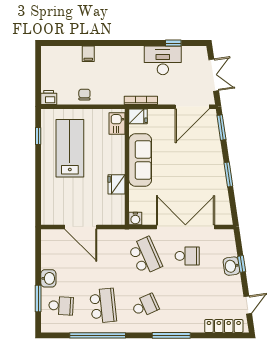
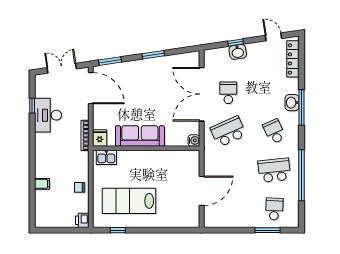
fridge: (116, 184) -> (162, 158), removed
washbasin: (48, 278) -> (292, 103), moved, turned -90

